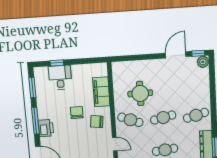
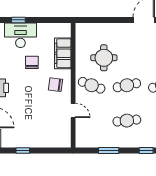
desk: (60, 77) -> (20, 35), width x1.37
chair: (77, 113) -> (32, 62), moved

